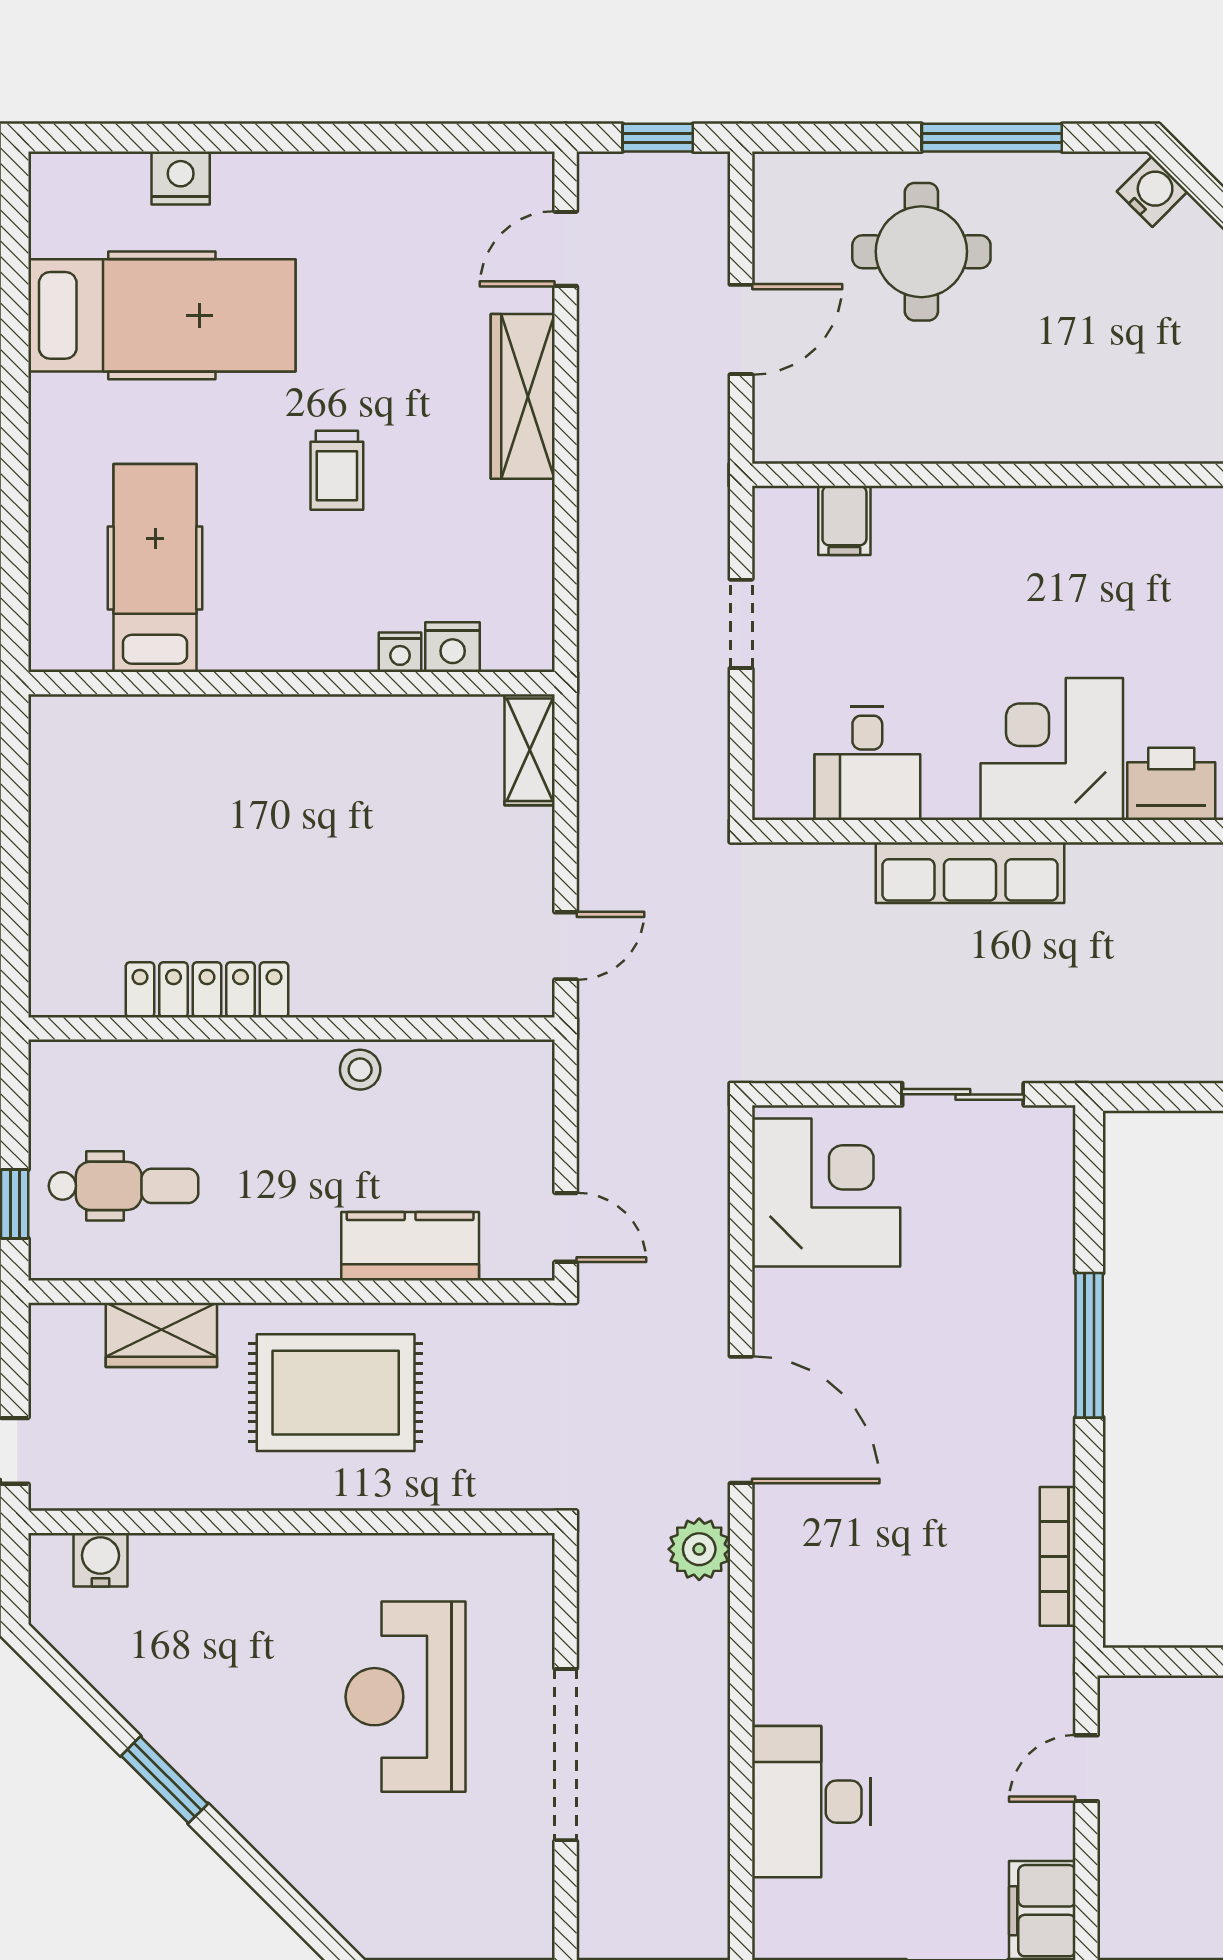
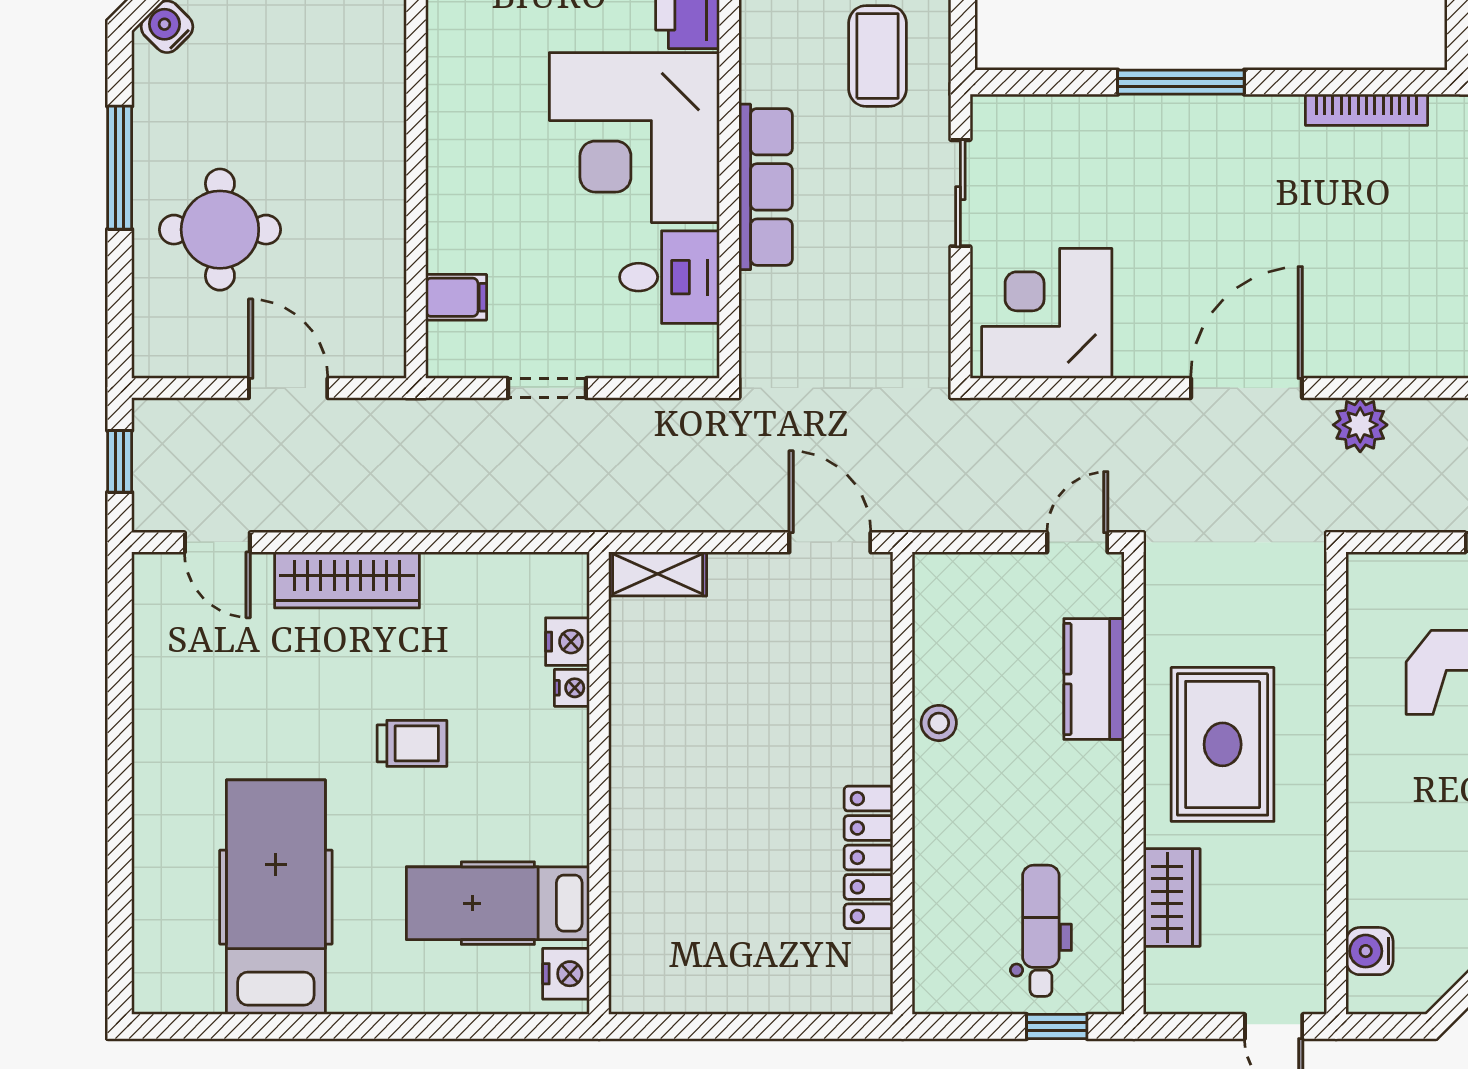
nightstand: (181, 178) -> (566, 974), moved, turned 180
corner desk: (1052, 749) -> (634, 138), width x1.36, depth x1.36
door: (566, 946) -> (830, 542), width x1.38
coffee table: (1119, 1000) -> (878, 56), added

